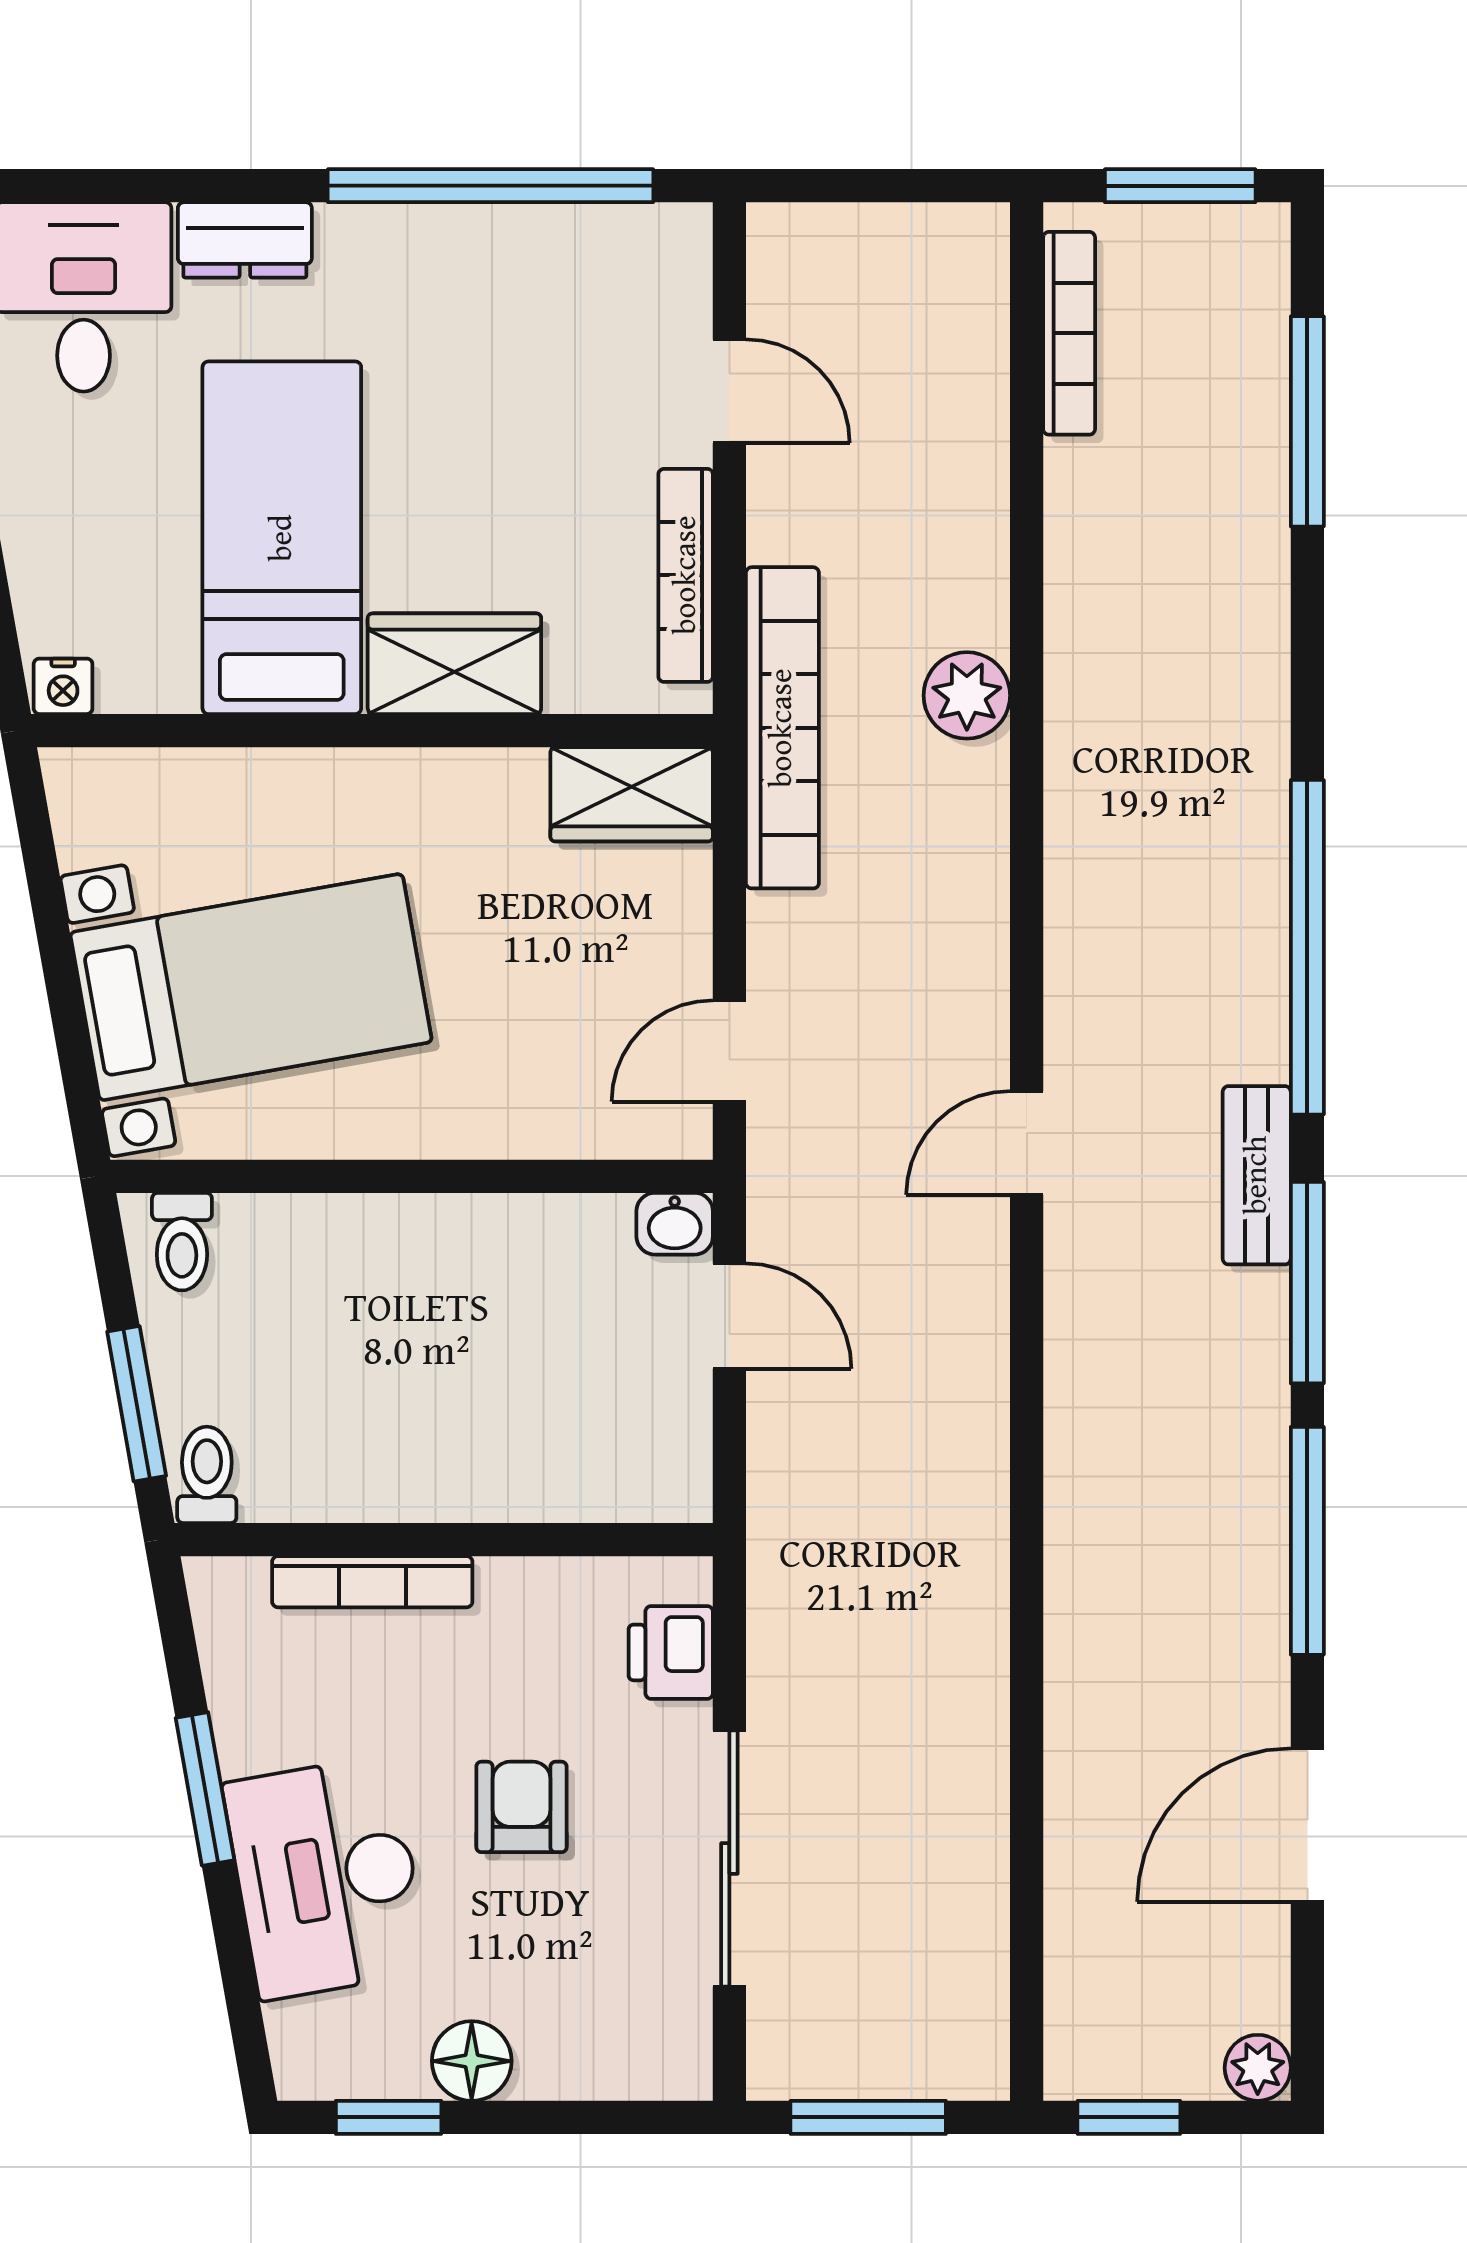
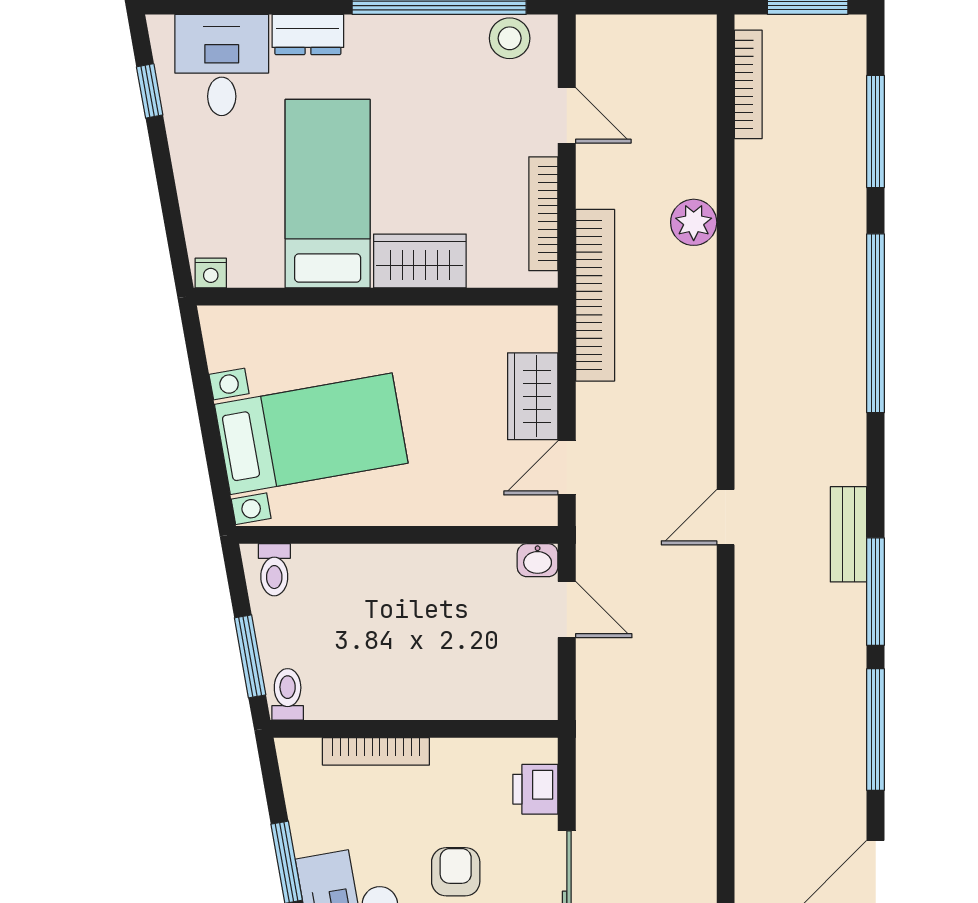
stool: (622, 247) -> (510, 38), added
plant: (967, 695) -> (694, 222), moved
wardrobe: (632, 794) -> (533, 396), moved, turned 90
window: (1307, 947) -> (876, 323), moved

